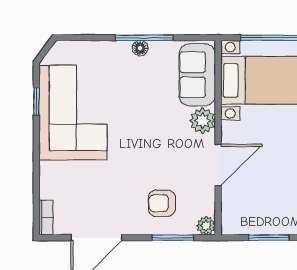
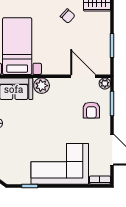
corner sofa: (73, 113) -> (60, 164), moved
door: (218, 165) -> (83, 76), moved

